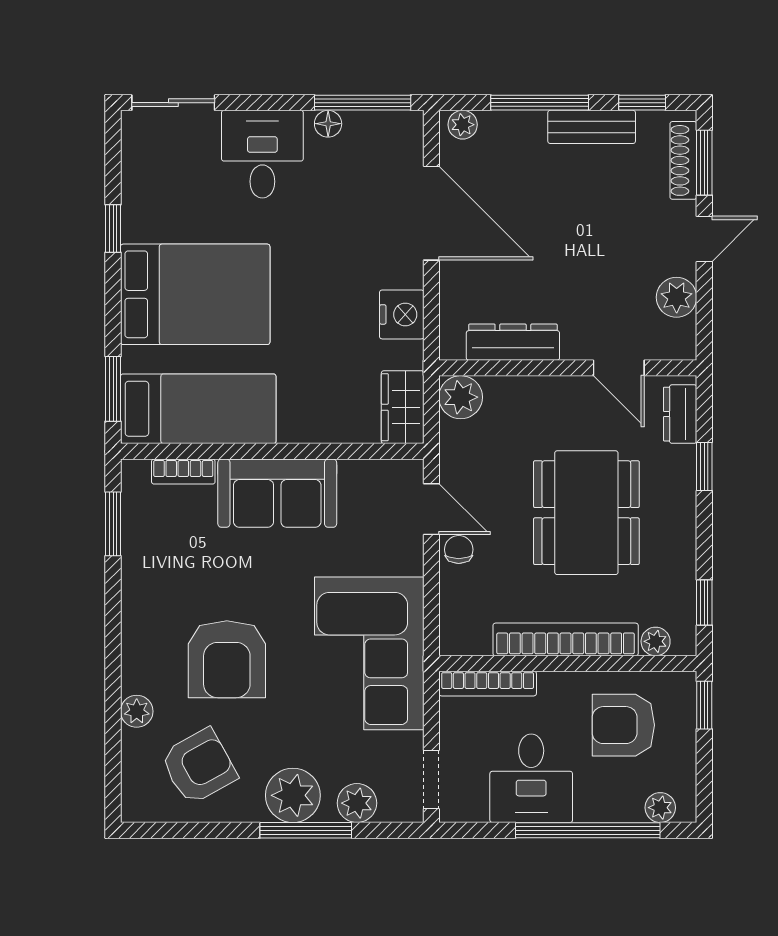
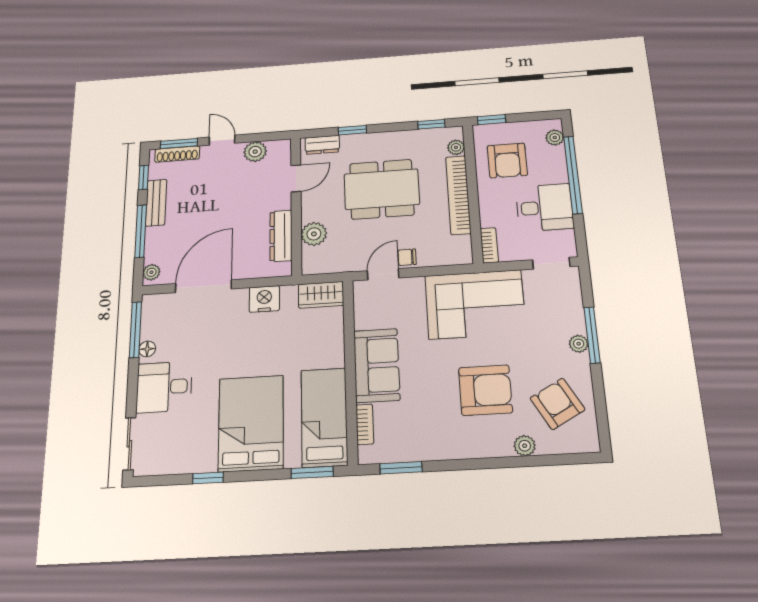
plant: (461, 397) -> (314, 234), moved
bookcase: (488, 684) -> (489, 245), width x0.64
plant: (293, 795) -> (579, 344), width x0.53, depth x0.53
plant: (357, 803) -> (571, 305), removed

